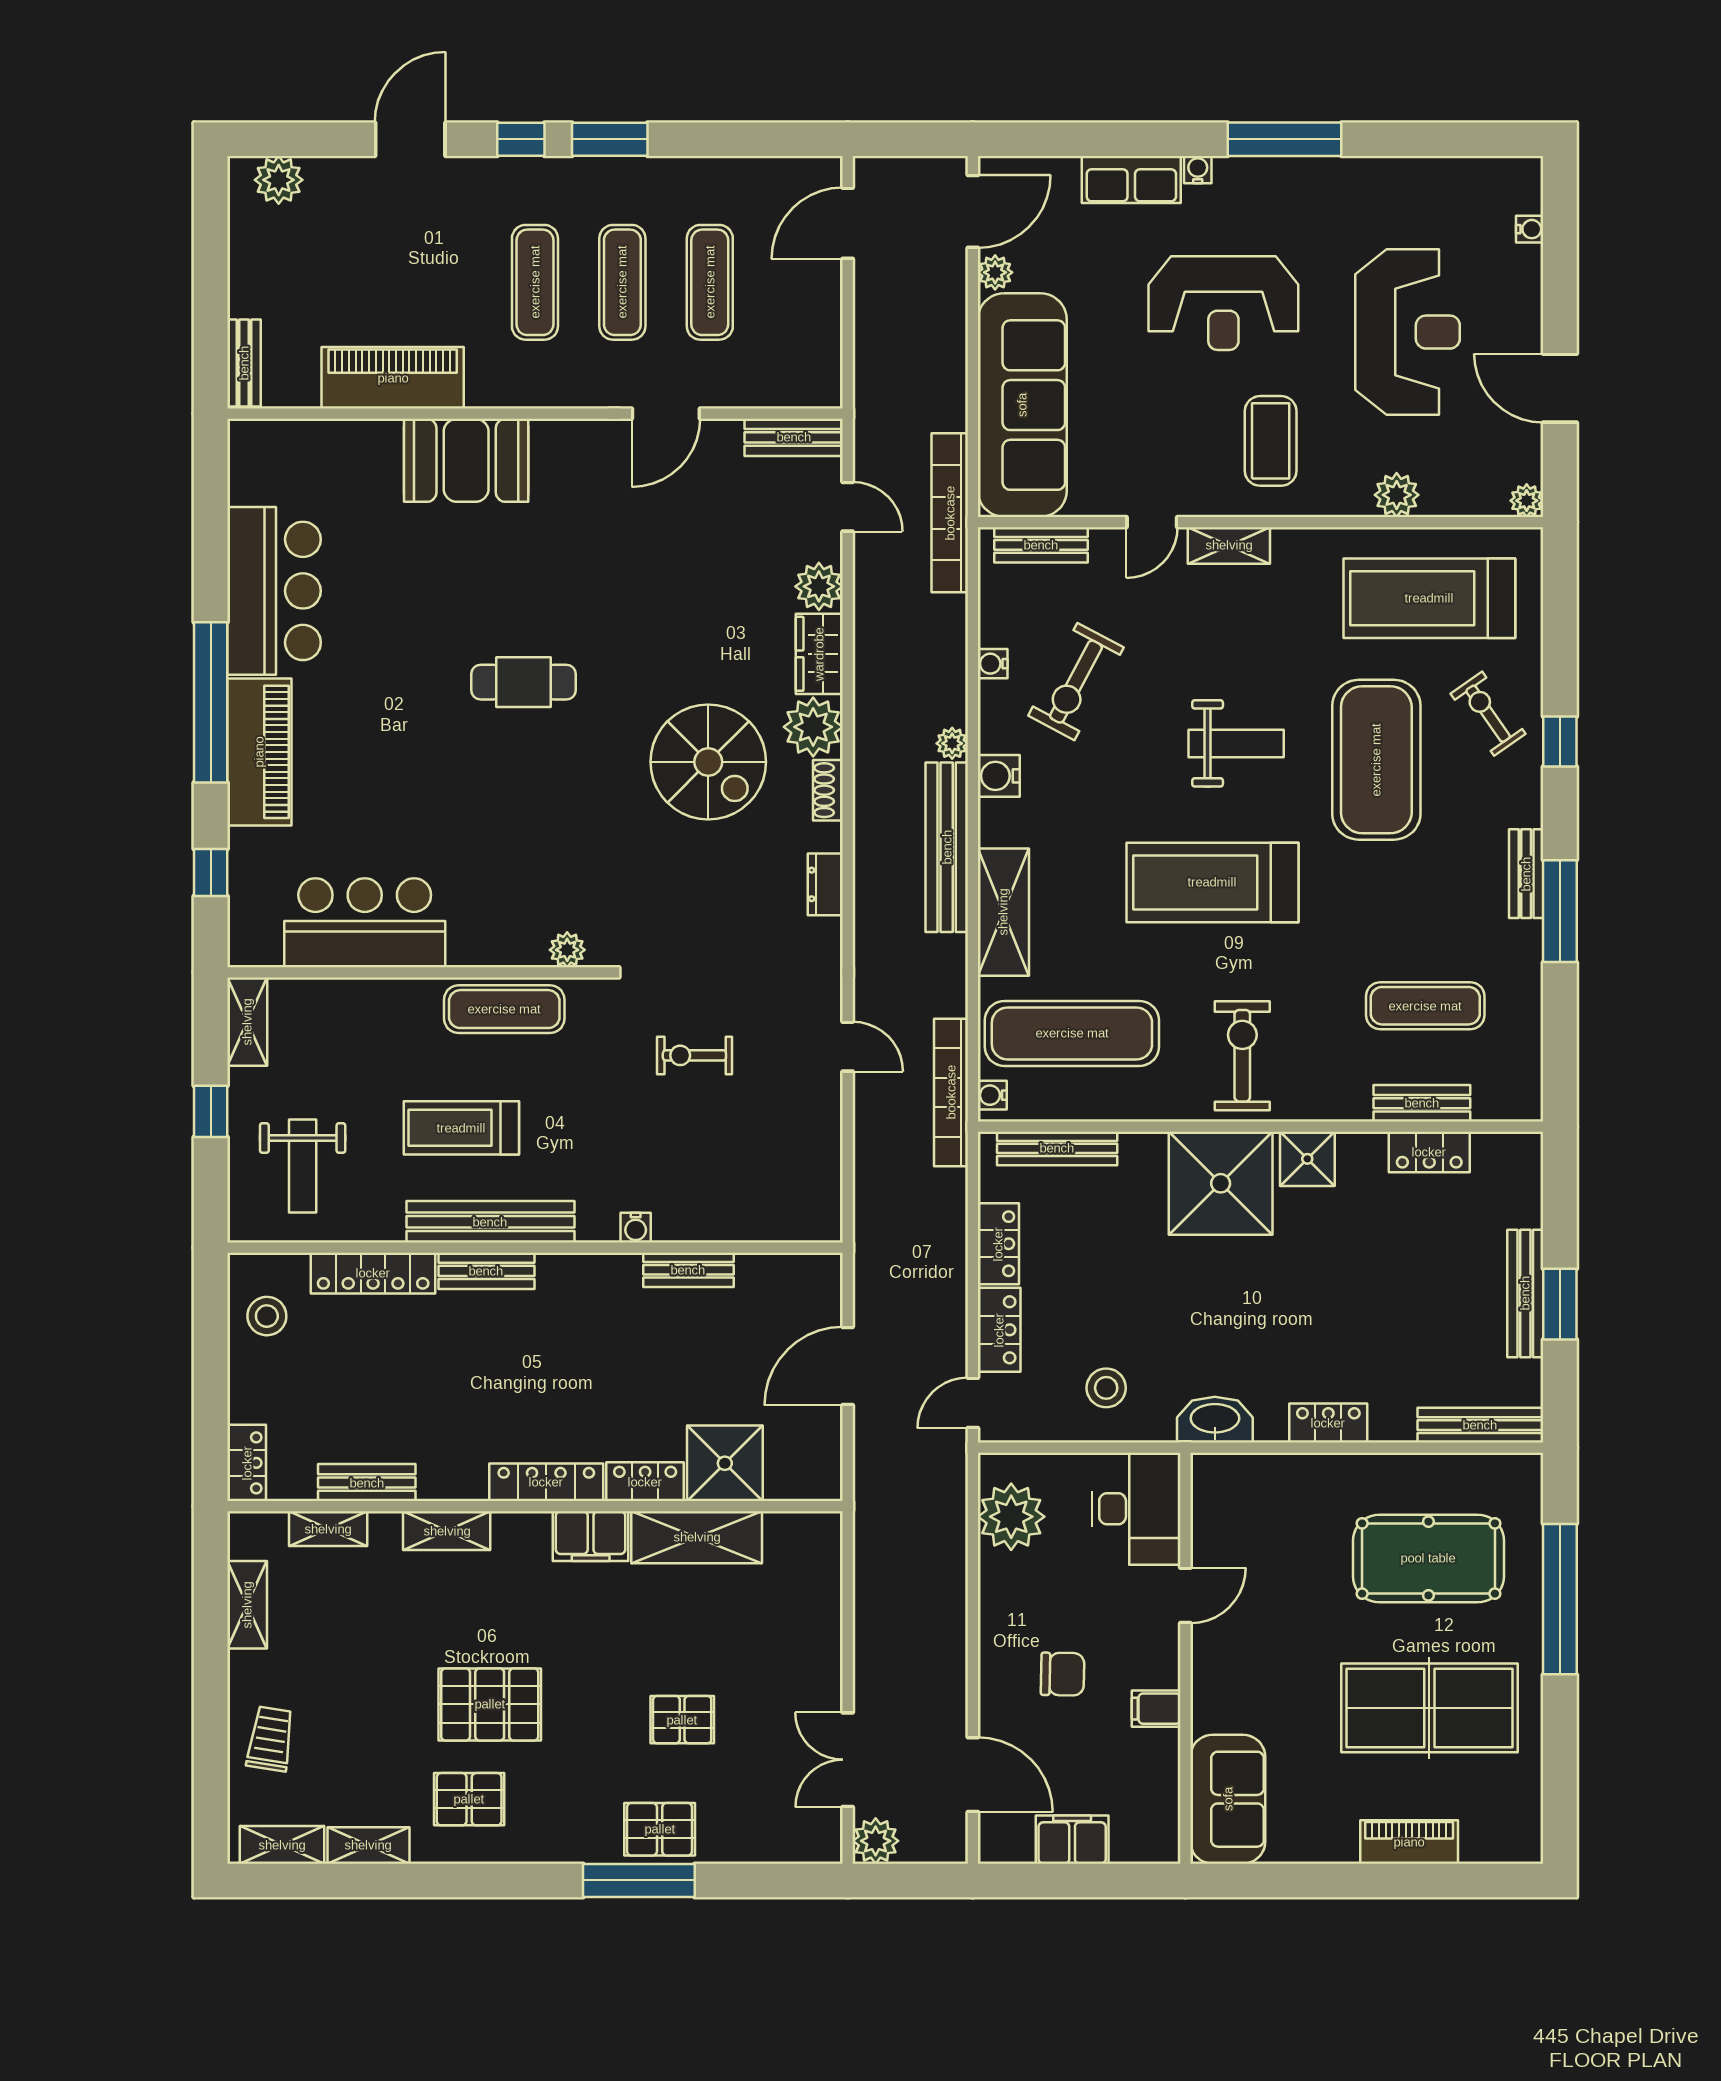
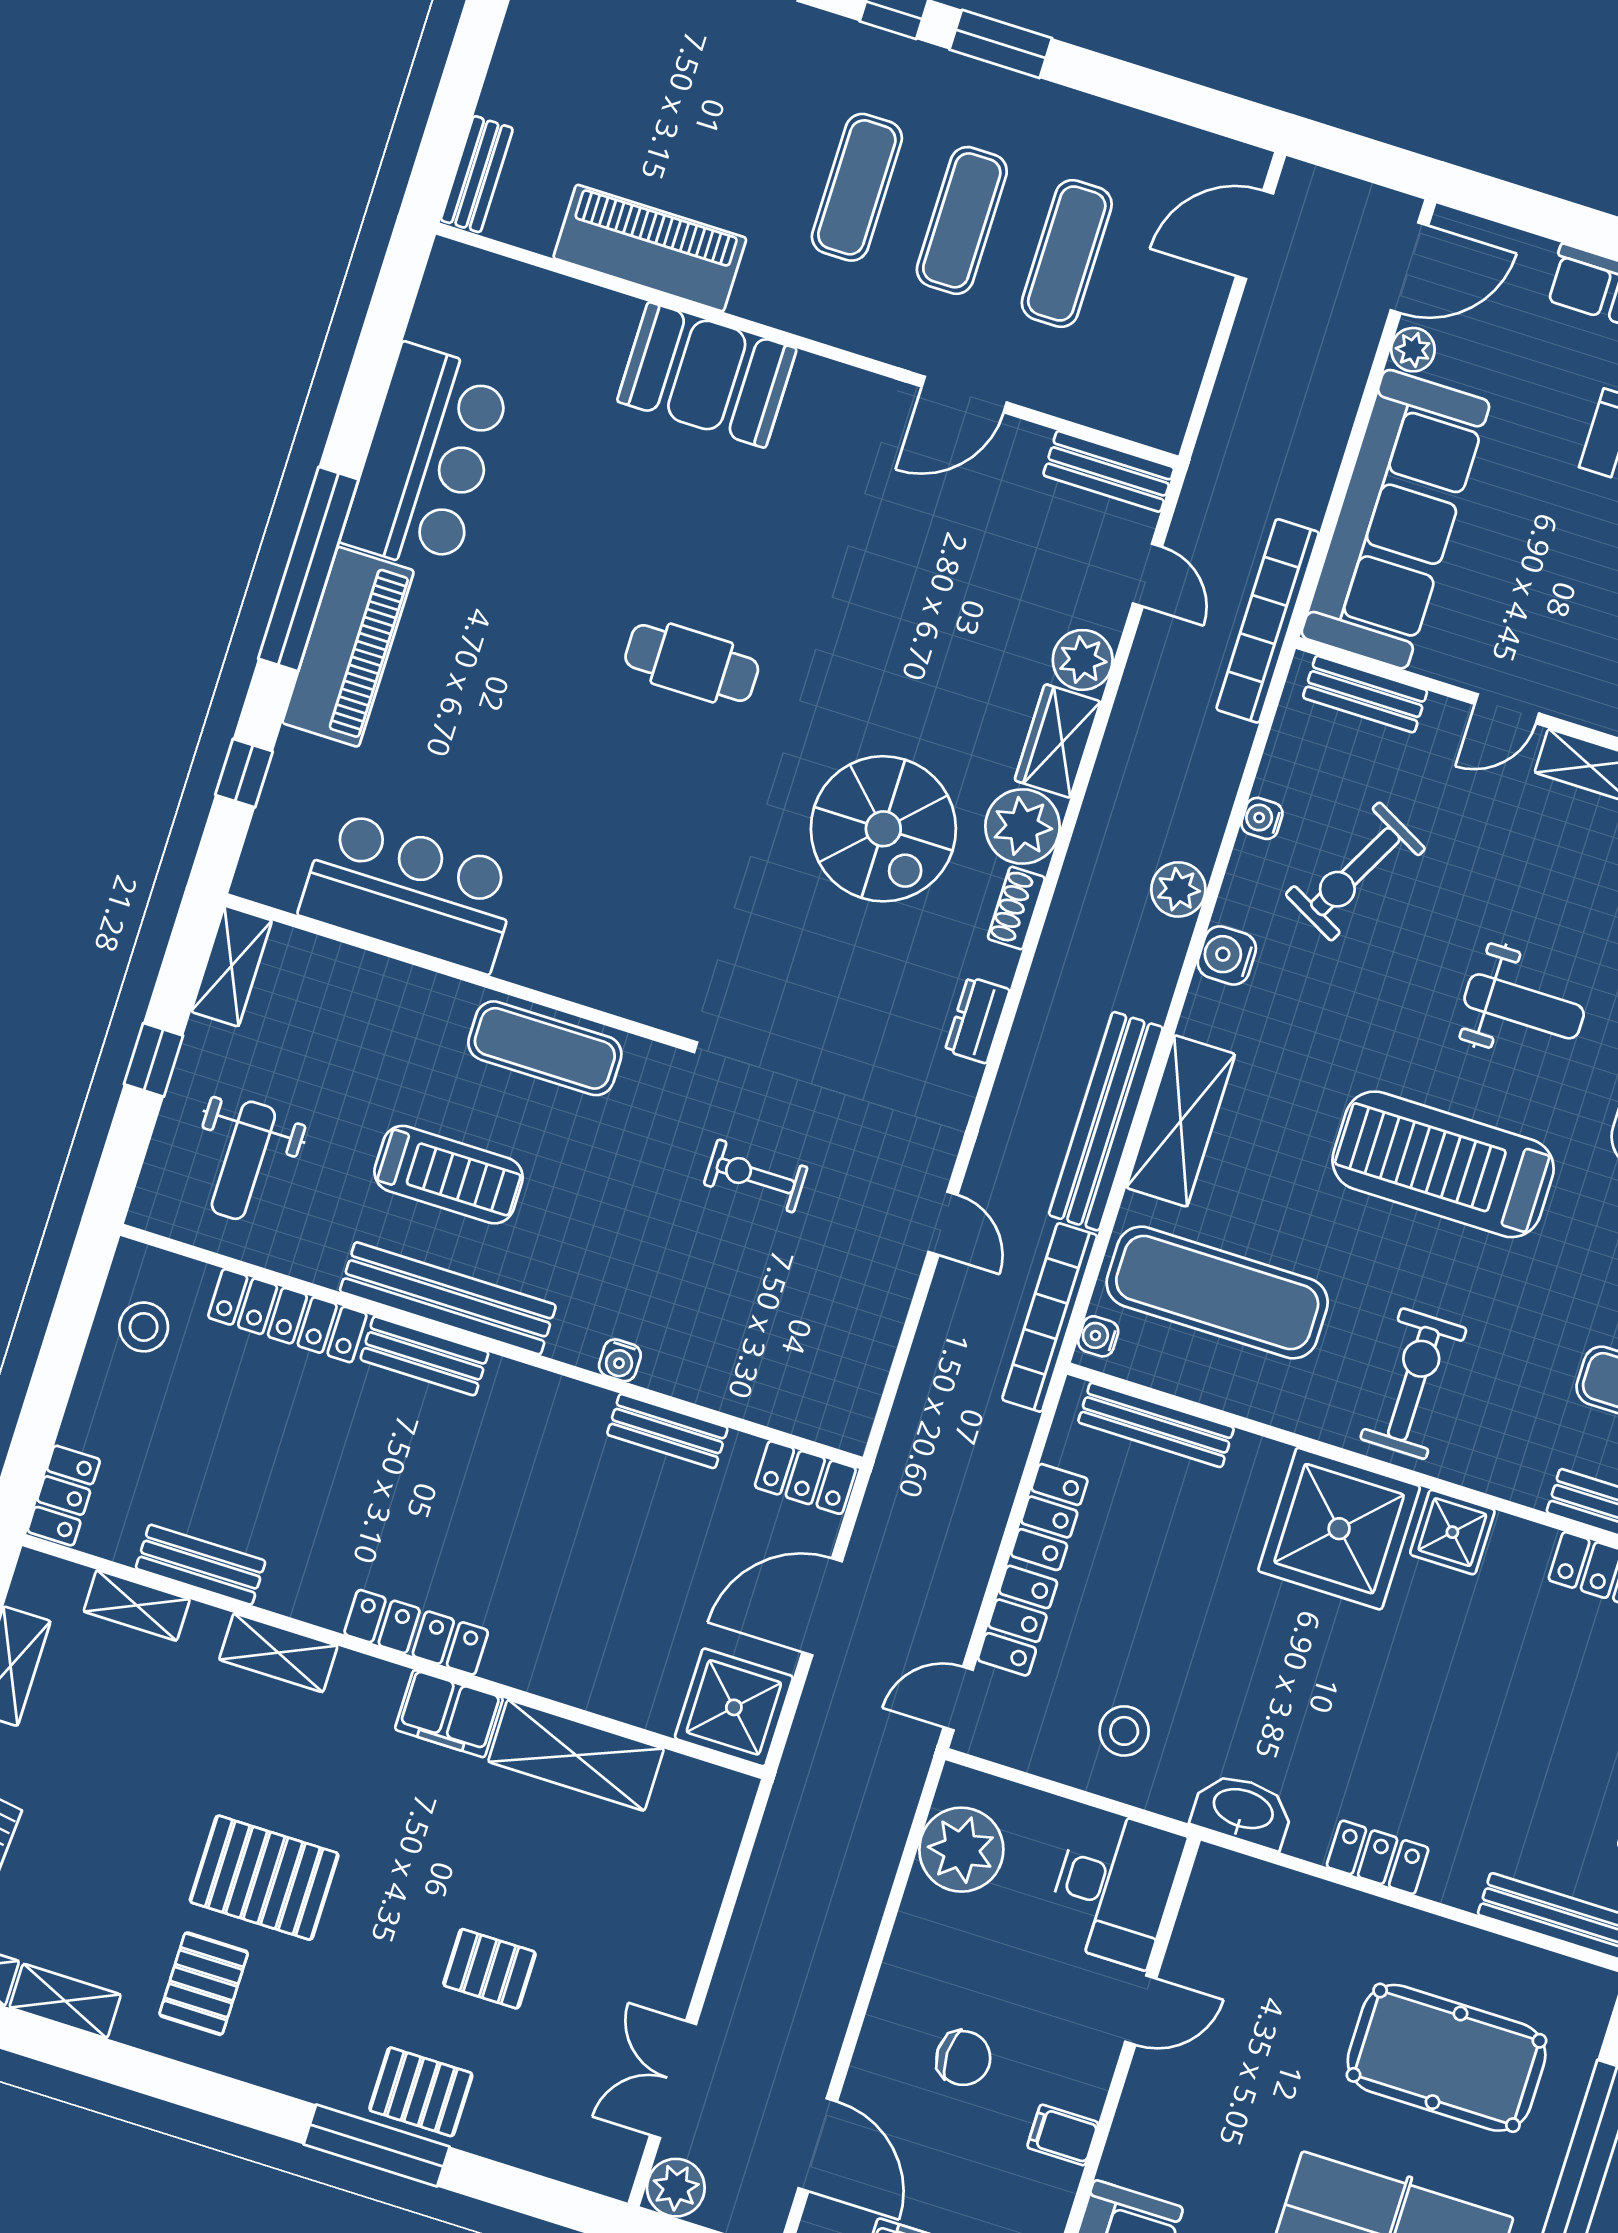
plant: (952, 743) -> (1178, 889), width x1.38, depth x1.38
bench: (947, 847) -> (1106, 1121), moved
plant: (567, 950) -> (643, 1001), removed
treadmill: (461, 1128) -> (449, 1175), turned 180
shower: (725, 1463) -> (734, 1707), moved
locker: (645, 1482) -> (805, 1478), moved, turned 180
pallet: (469, 1799) -> (204, 1984), turned 90

